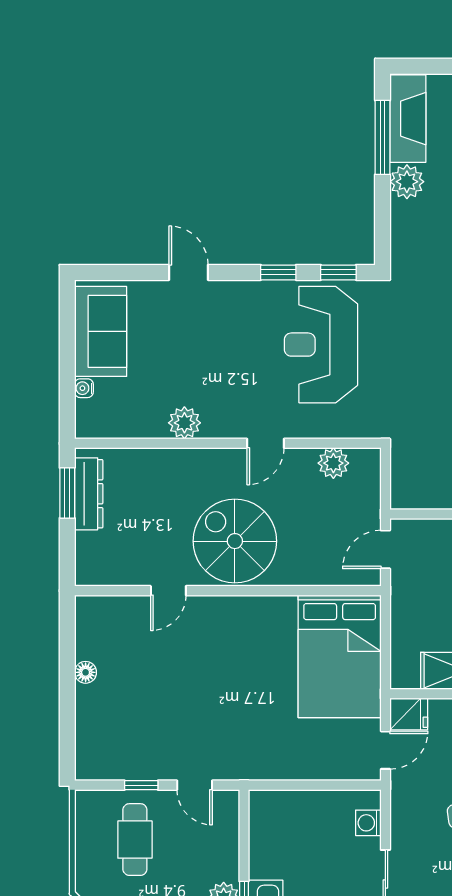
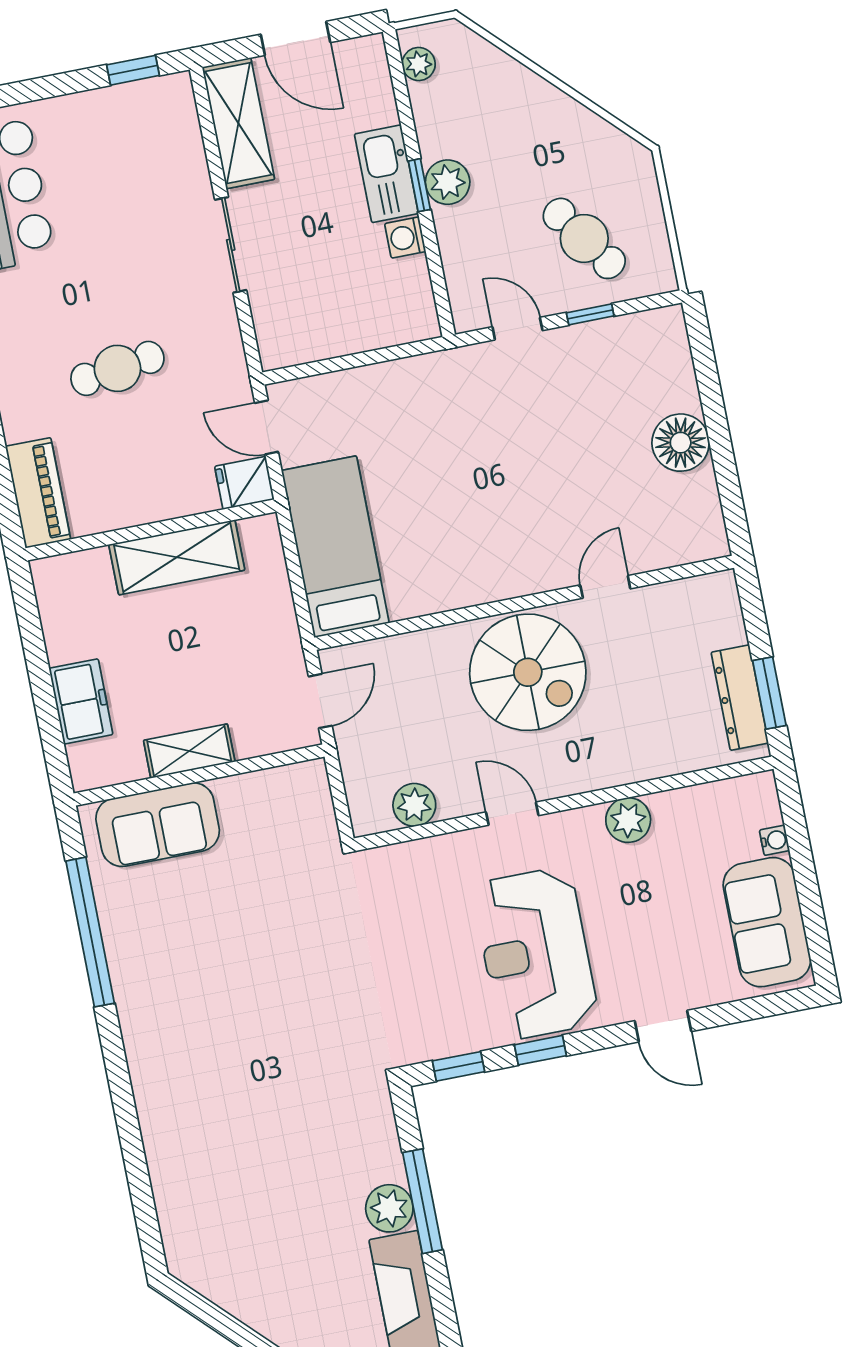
window: (383, 137) -> (422, 1201), moved
reception desk: (321, 345) -> (536, 954), moved, turned 180
door: (265, 443) -> (512, 814), hinge flipped
bed: (340, 656) -> (335, 547), width x0.67
floor lamp: (86, 672) -> (681, 443), width x1.89, depth x1.89
door: (385, 750) -> (267, 427), hinge flipped
washing machine: (368, 823) -> (405, 238), moved, turned 180
cafe table: (135, 840) -> (584, 238), turned -35

